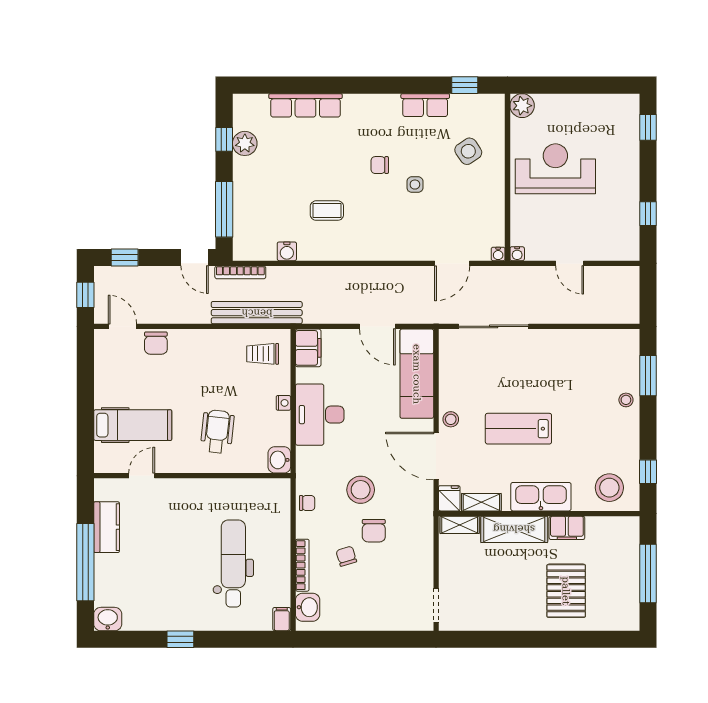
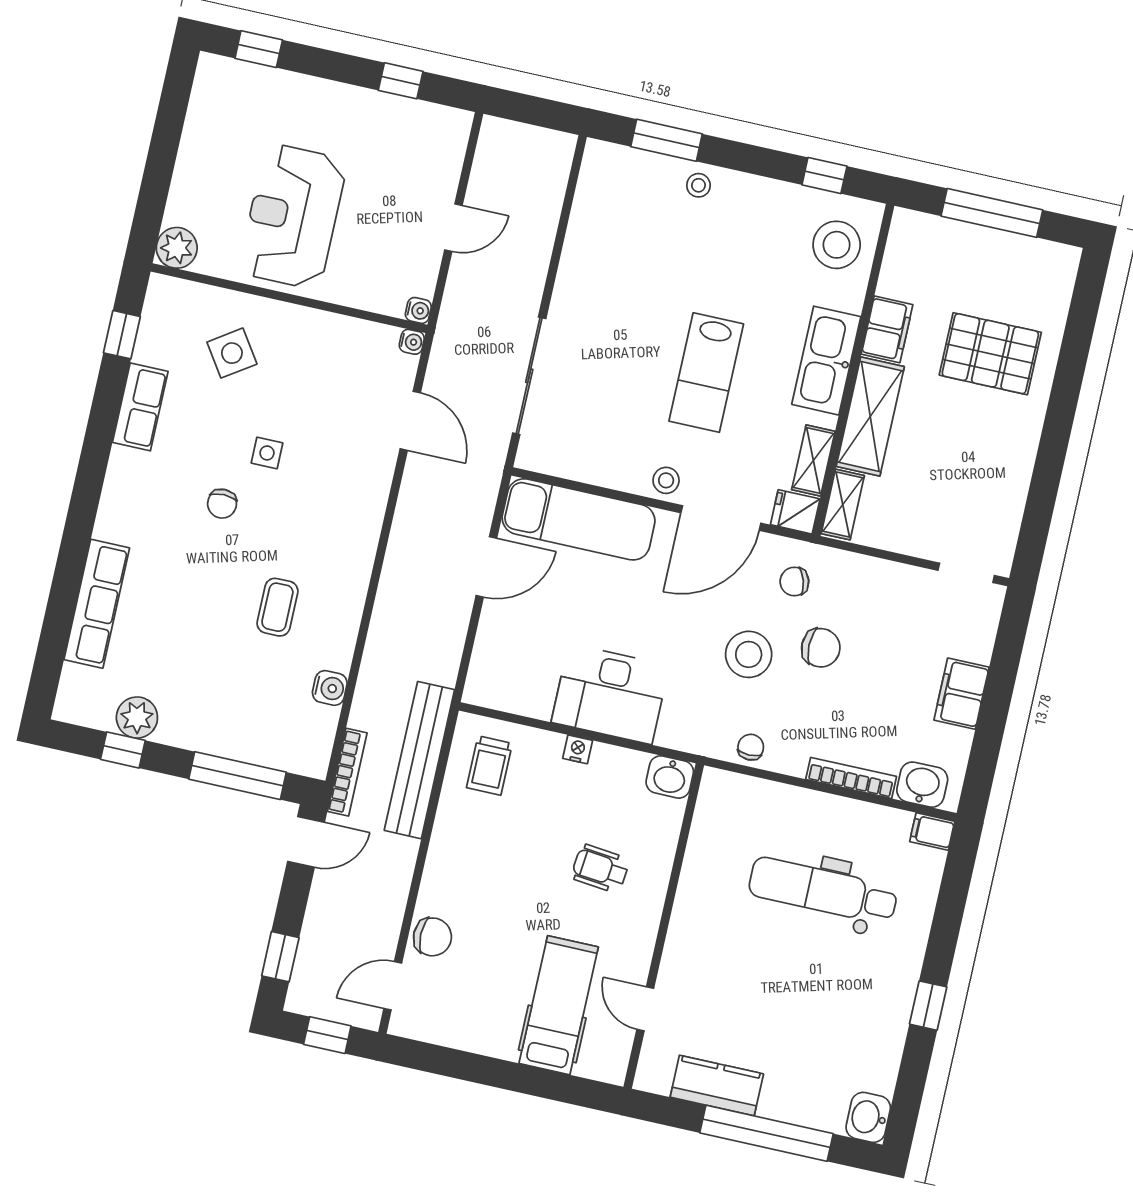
filing cabinet: (308, 348) -> (962, 694), moved, turned -90
wheelchair: (217, 432) -> (600, 869), width x0.73, depth x0.73
chair: (346, 556) -> (794, 582), moved

